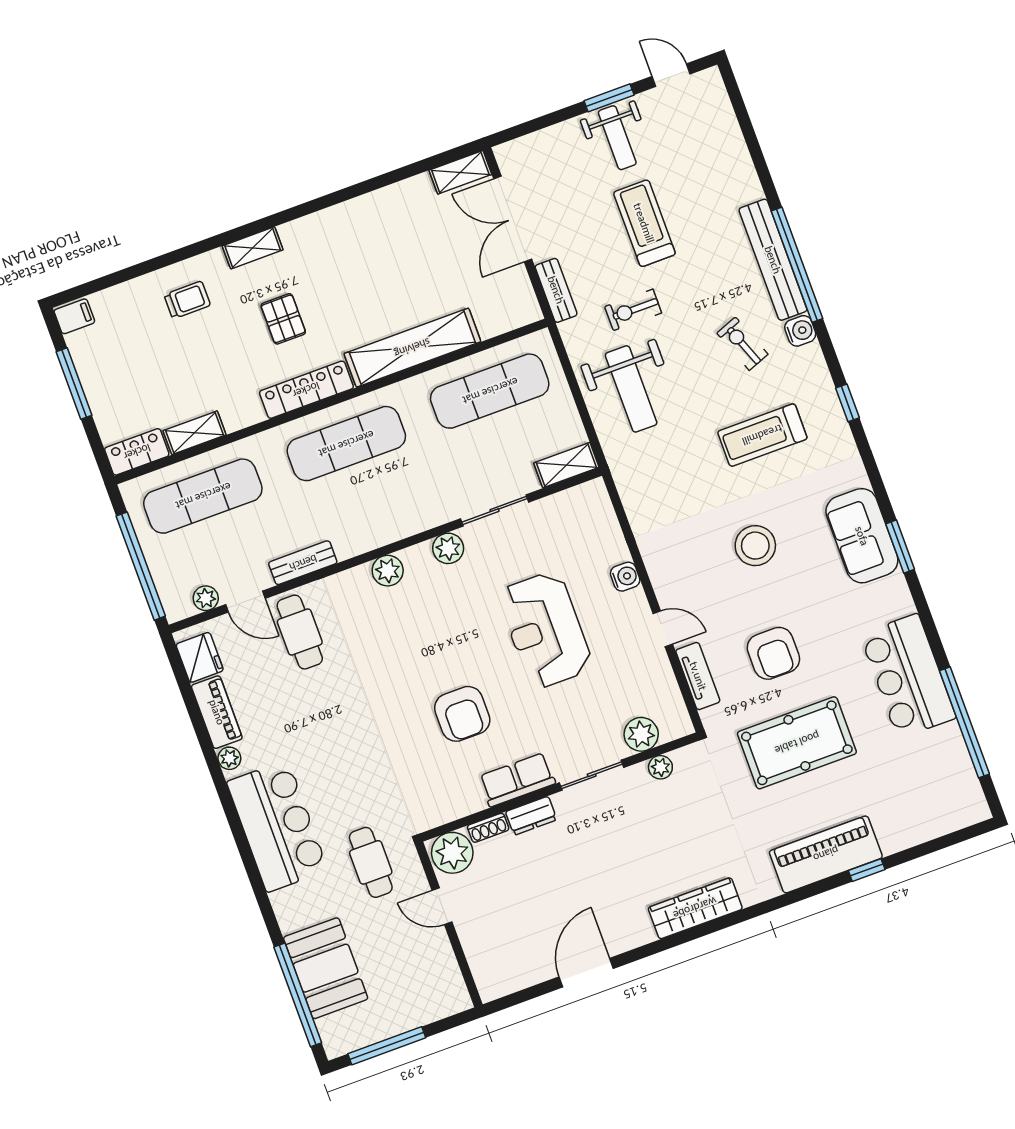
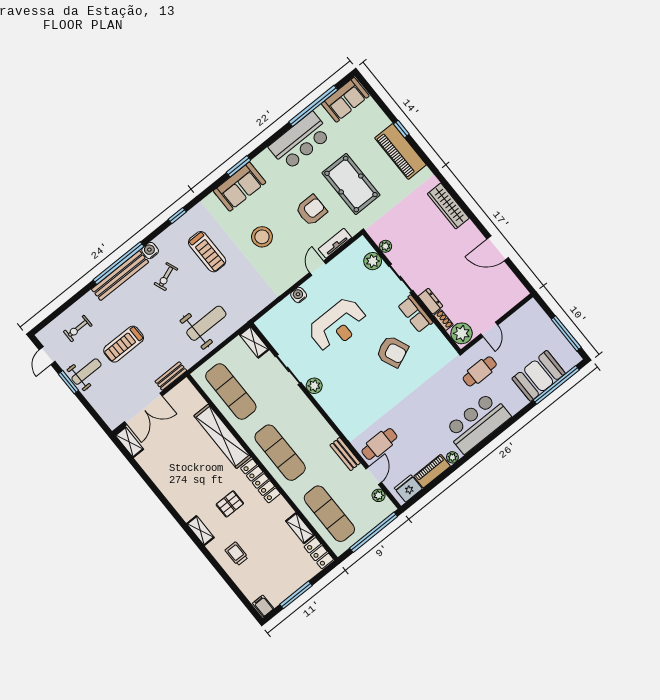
exercise bike: (633, 310) -> (78, 328), moved, turned 90
plant: (388, 571) -> (335, 411), removed
armchair: (462, 714) -> (392, 352), turned 67
sofa: (956, 785) -> (345, 100), added

